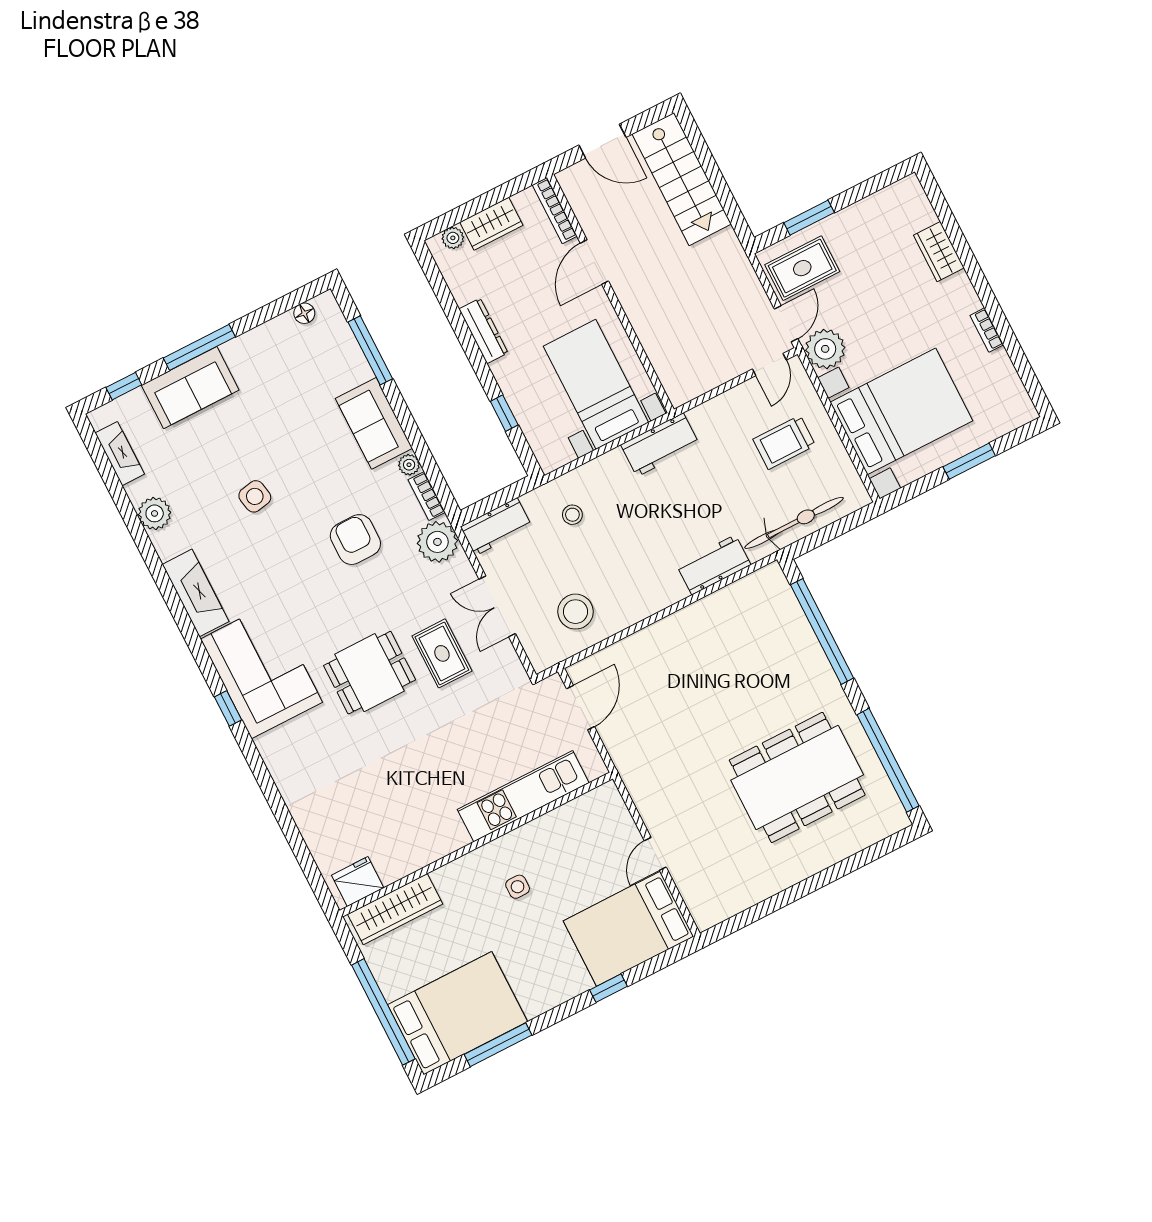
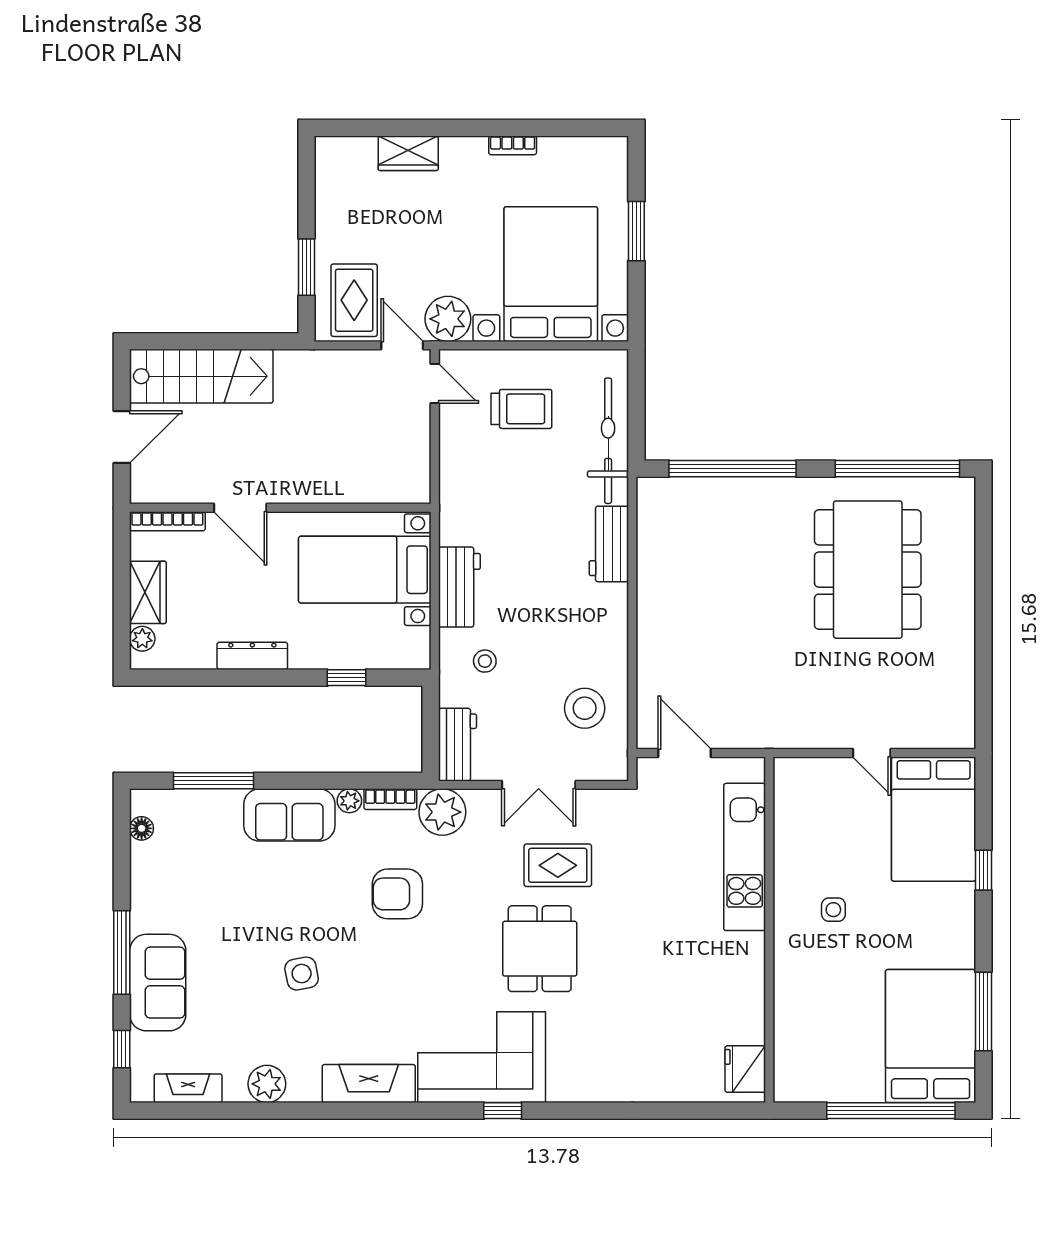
trolley: (784, 442) -> (521, 409), turned -90
workbench: (660, 445) -> (459, 587), moved
wardrobe: (395, 909) -> (793, 1045), removed

